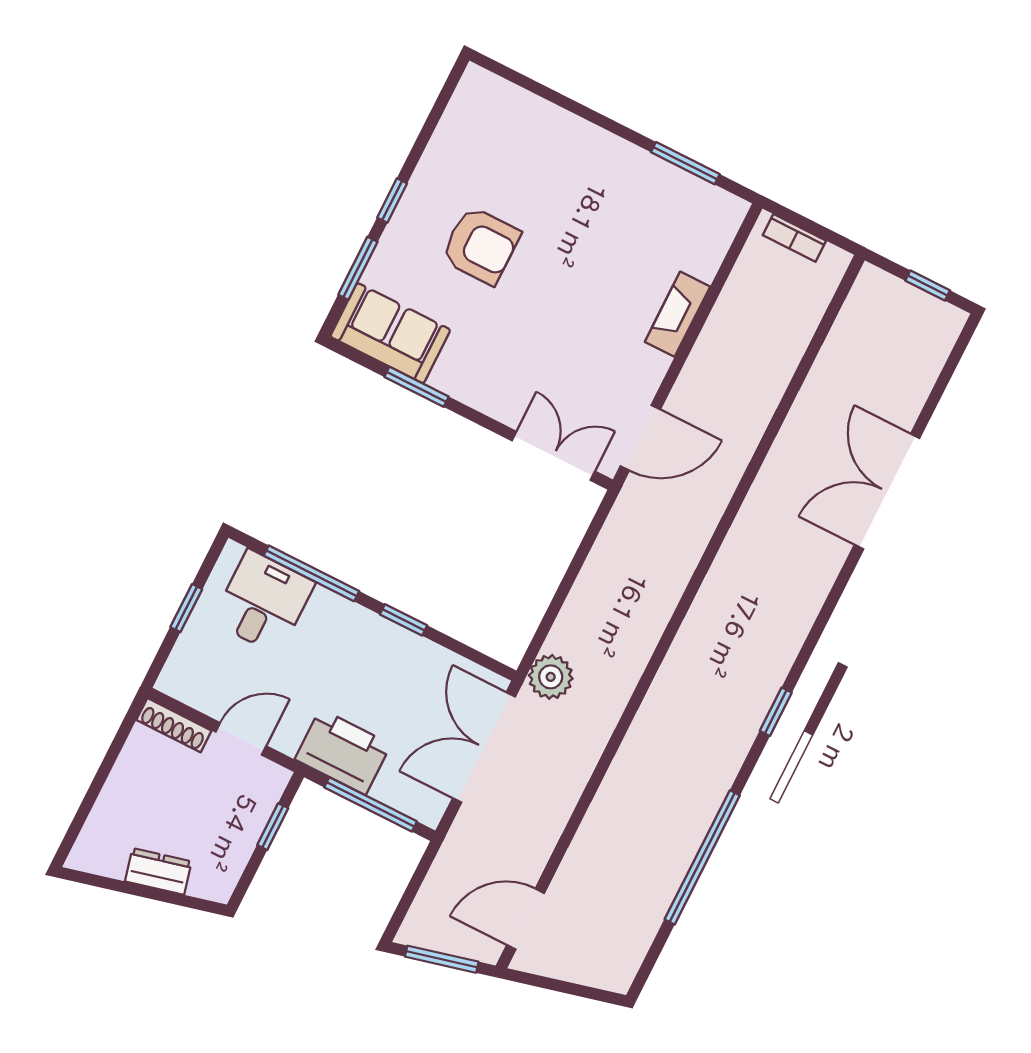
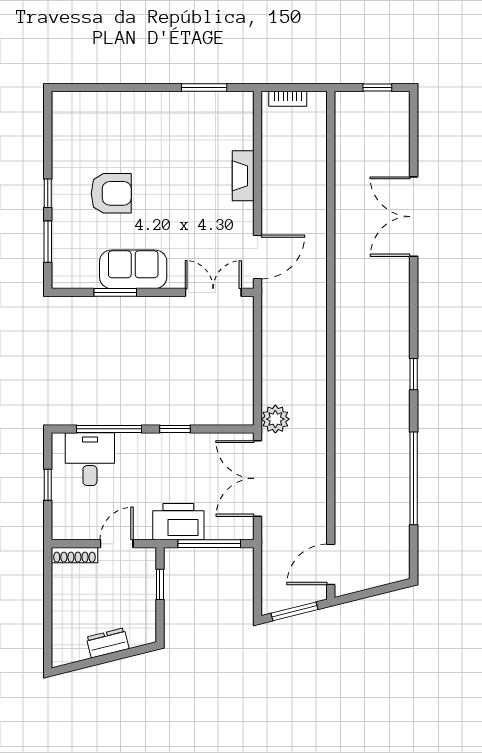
sofa: (390, 333) -> (133, 269), moved

